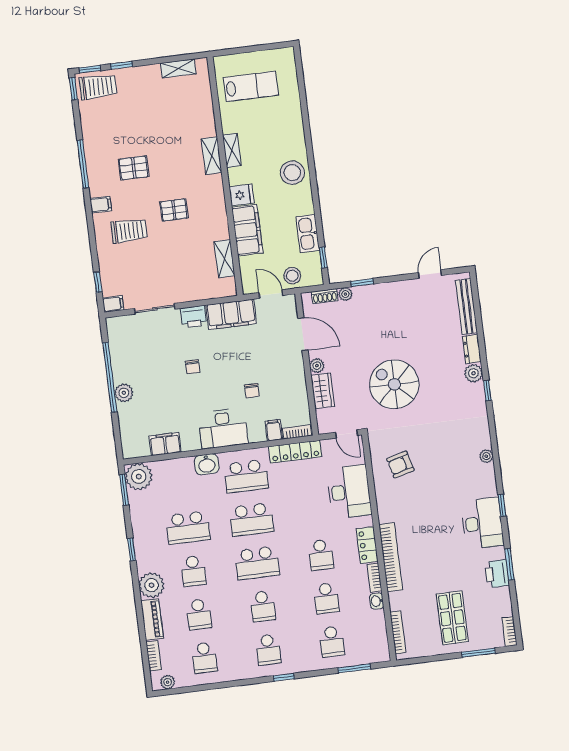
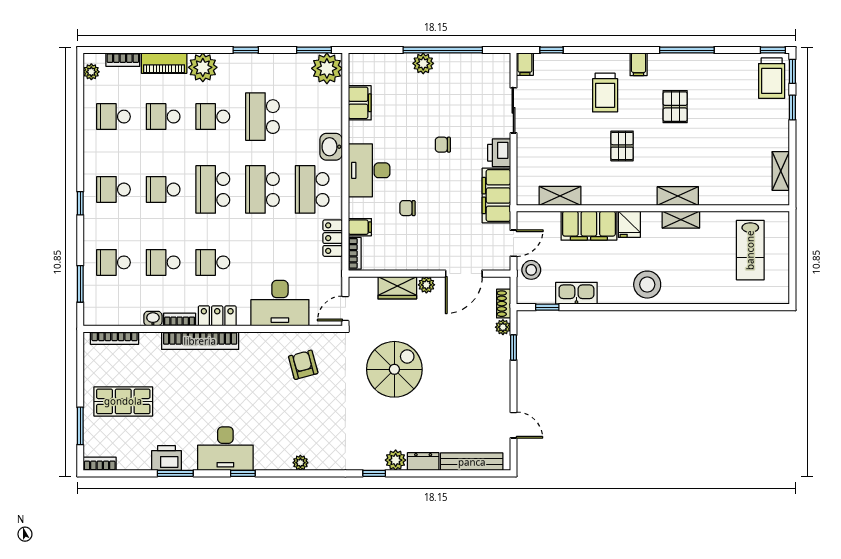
locker: (295, 452) -> (333, 238), width x0.66

